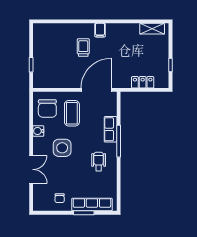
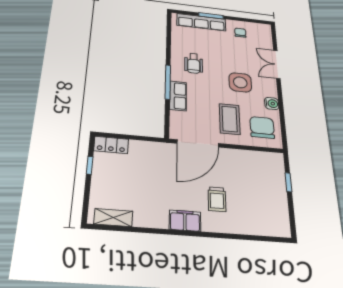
filing cabinet: (100, 30) -> (185, 221), width x2.00
locker: (143, 82) -> (111, 145), moved

